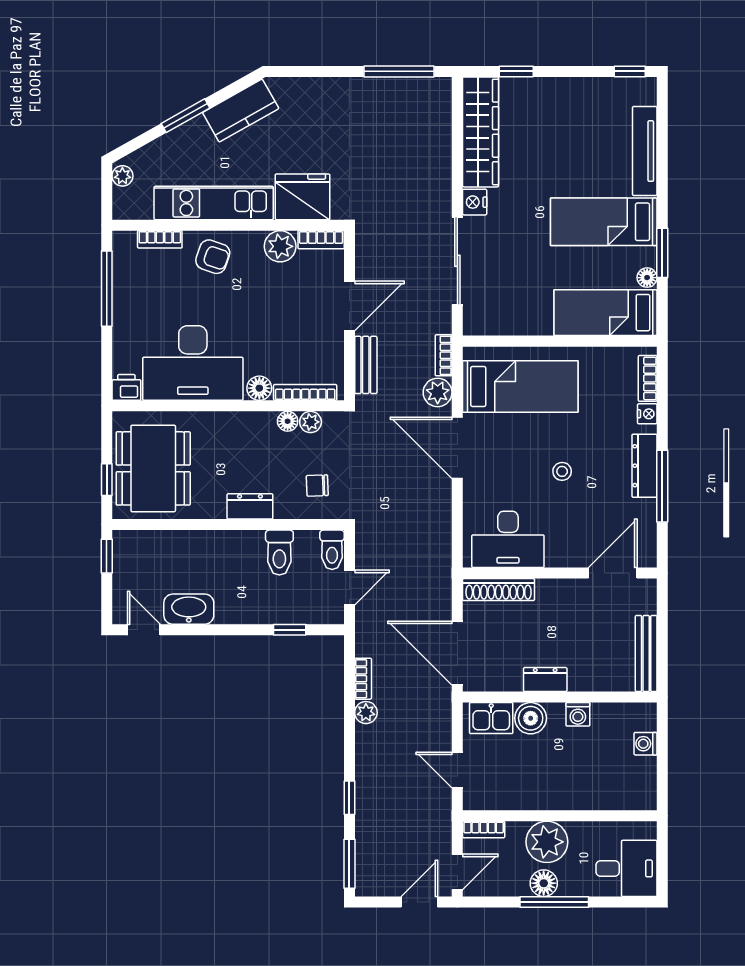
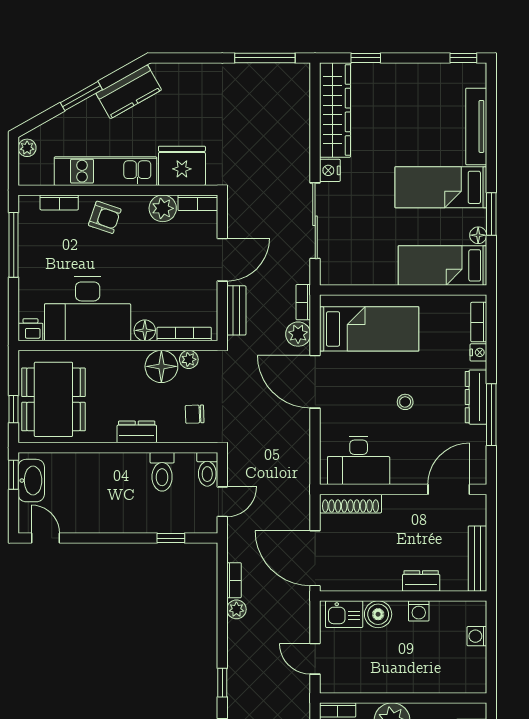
floor lamp: (288, 421) -> (161, 366), width x1.89, depth x1.89
washbasin: (189, 609) -> (31, 481), moved, turned 90
dresser: (545, 680) -> (421, 581), moved

